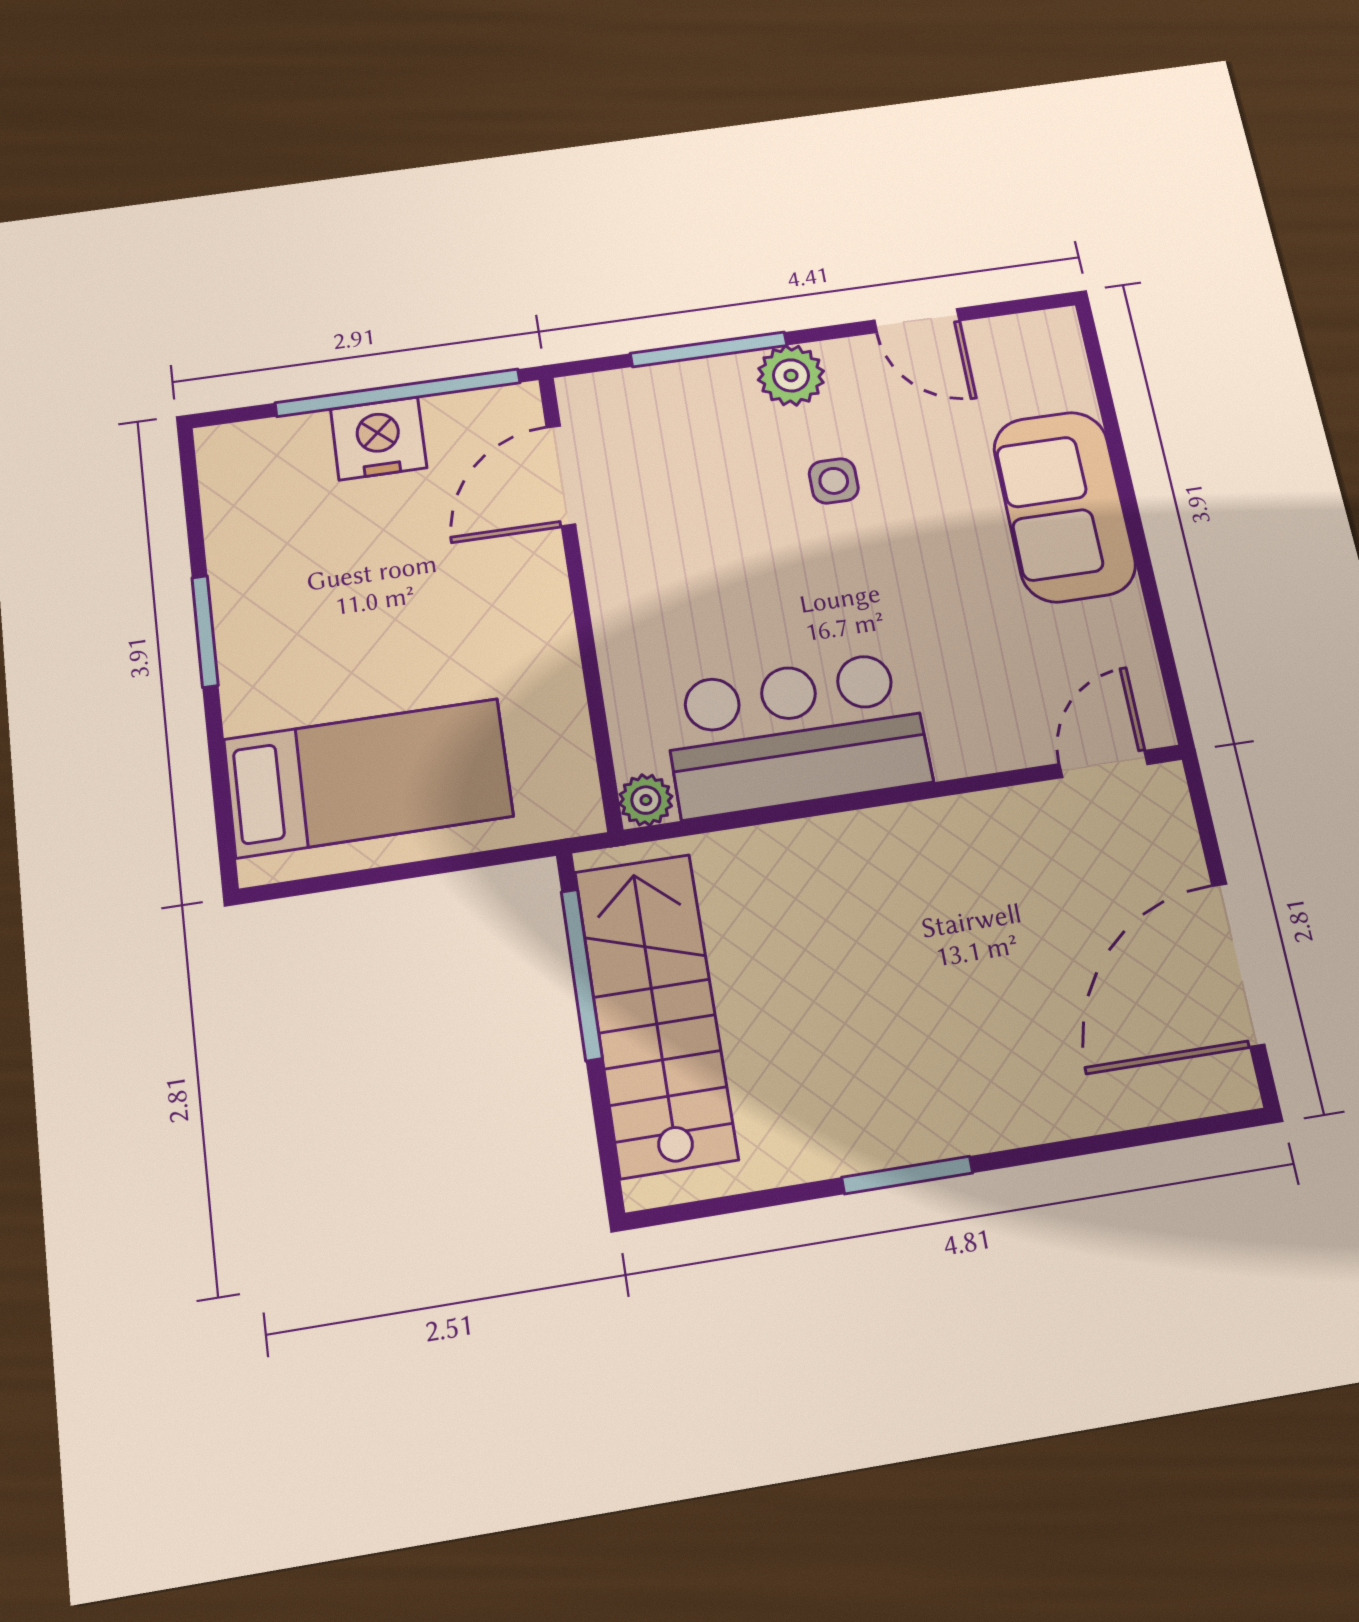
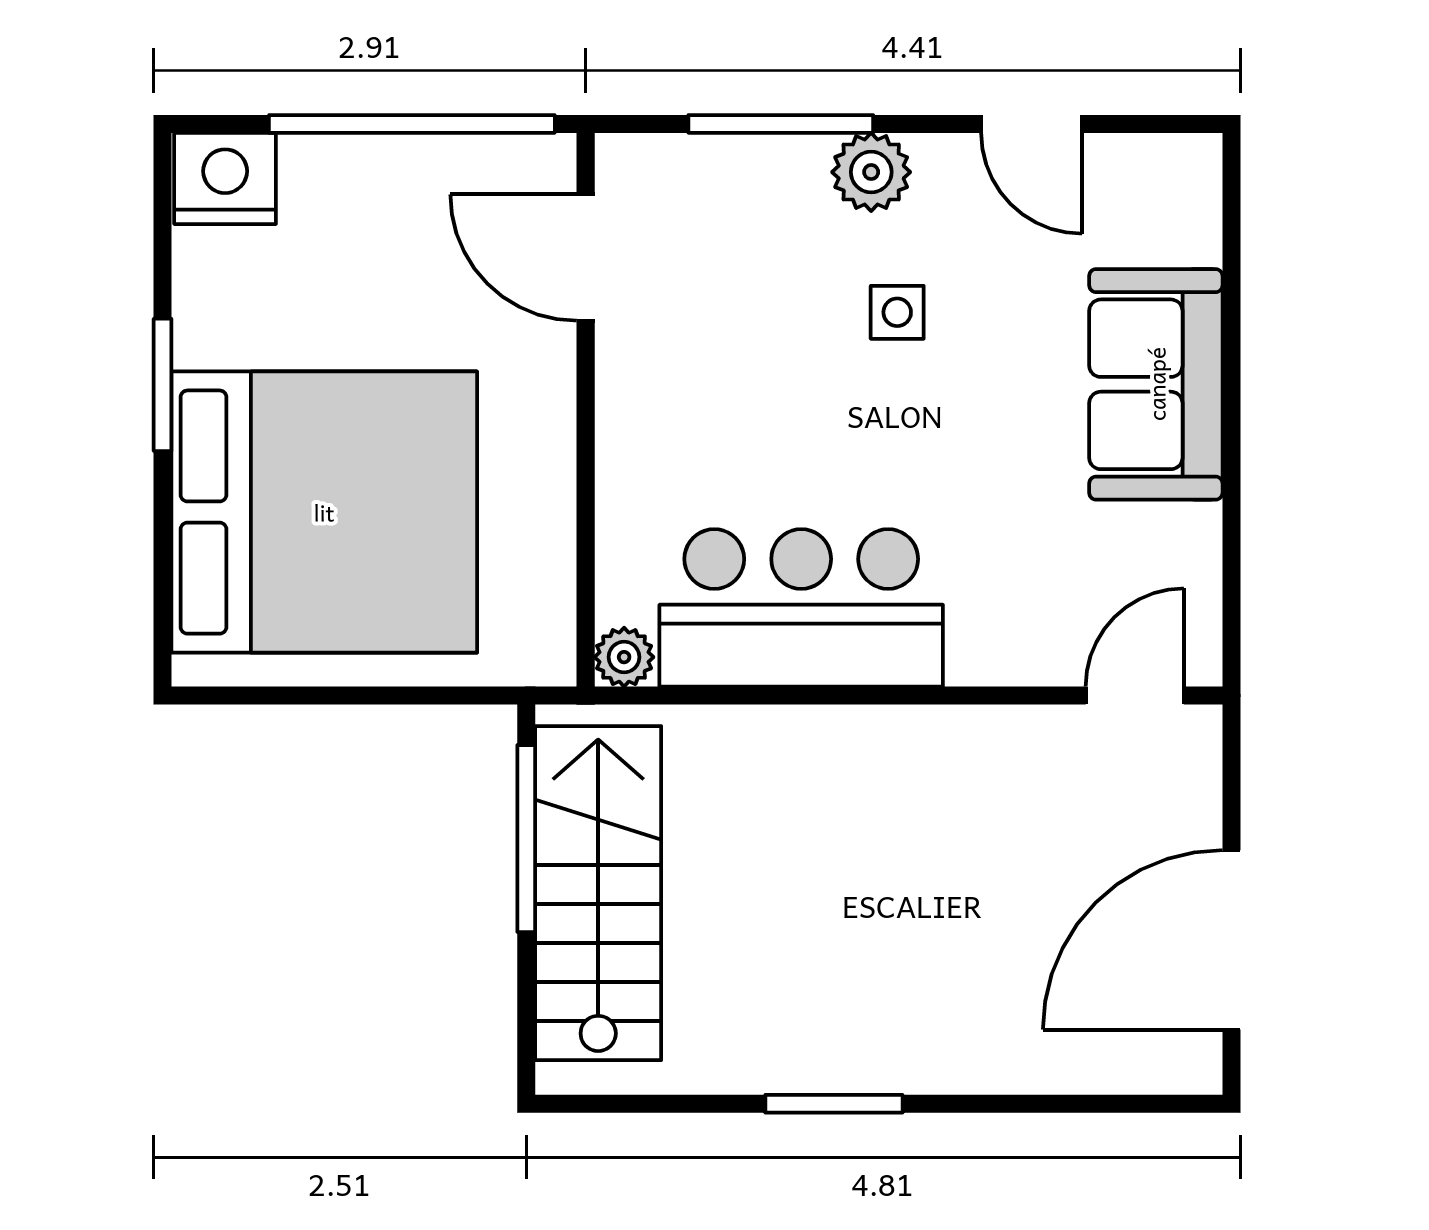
nightstand: (378, 438) -> (225, 178), moved
door: (561, 476) -> (586, 257), hinge flipped
bed: (368, 778) -> (324, 512), width x2.04

